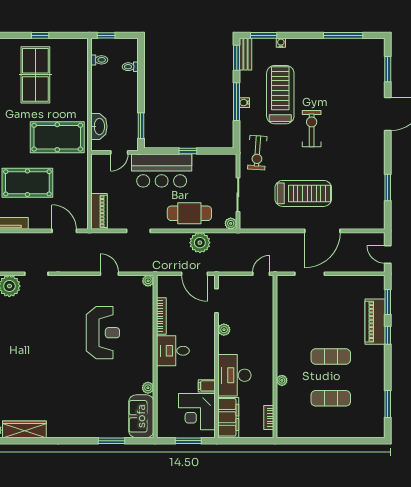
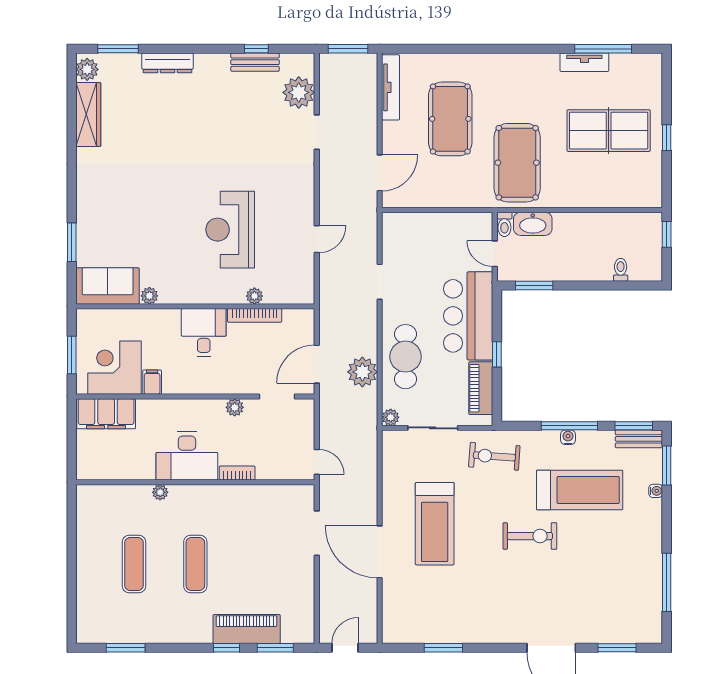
toilet: (99, 60) -> (504, 224), moved
piano: (99, 211) -> (481, 388), moved, turned 90
plant: (148, 281) -> (254, 296), moved
reception desk: (103, 333) -> (230, 230), turned 90
desk: (234, 375) -> (187, 456), moved, turned 180
bookcase: (269, 417) -> (237, 473), moved

